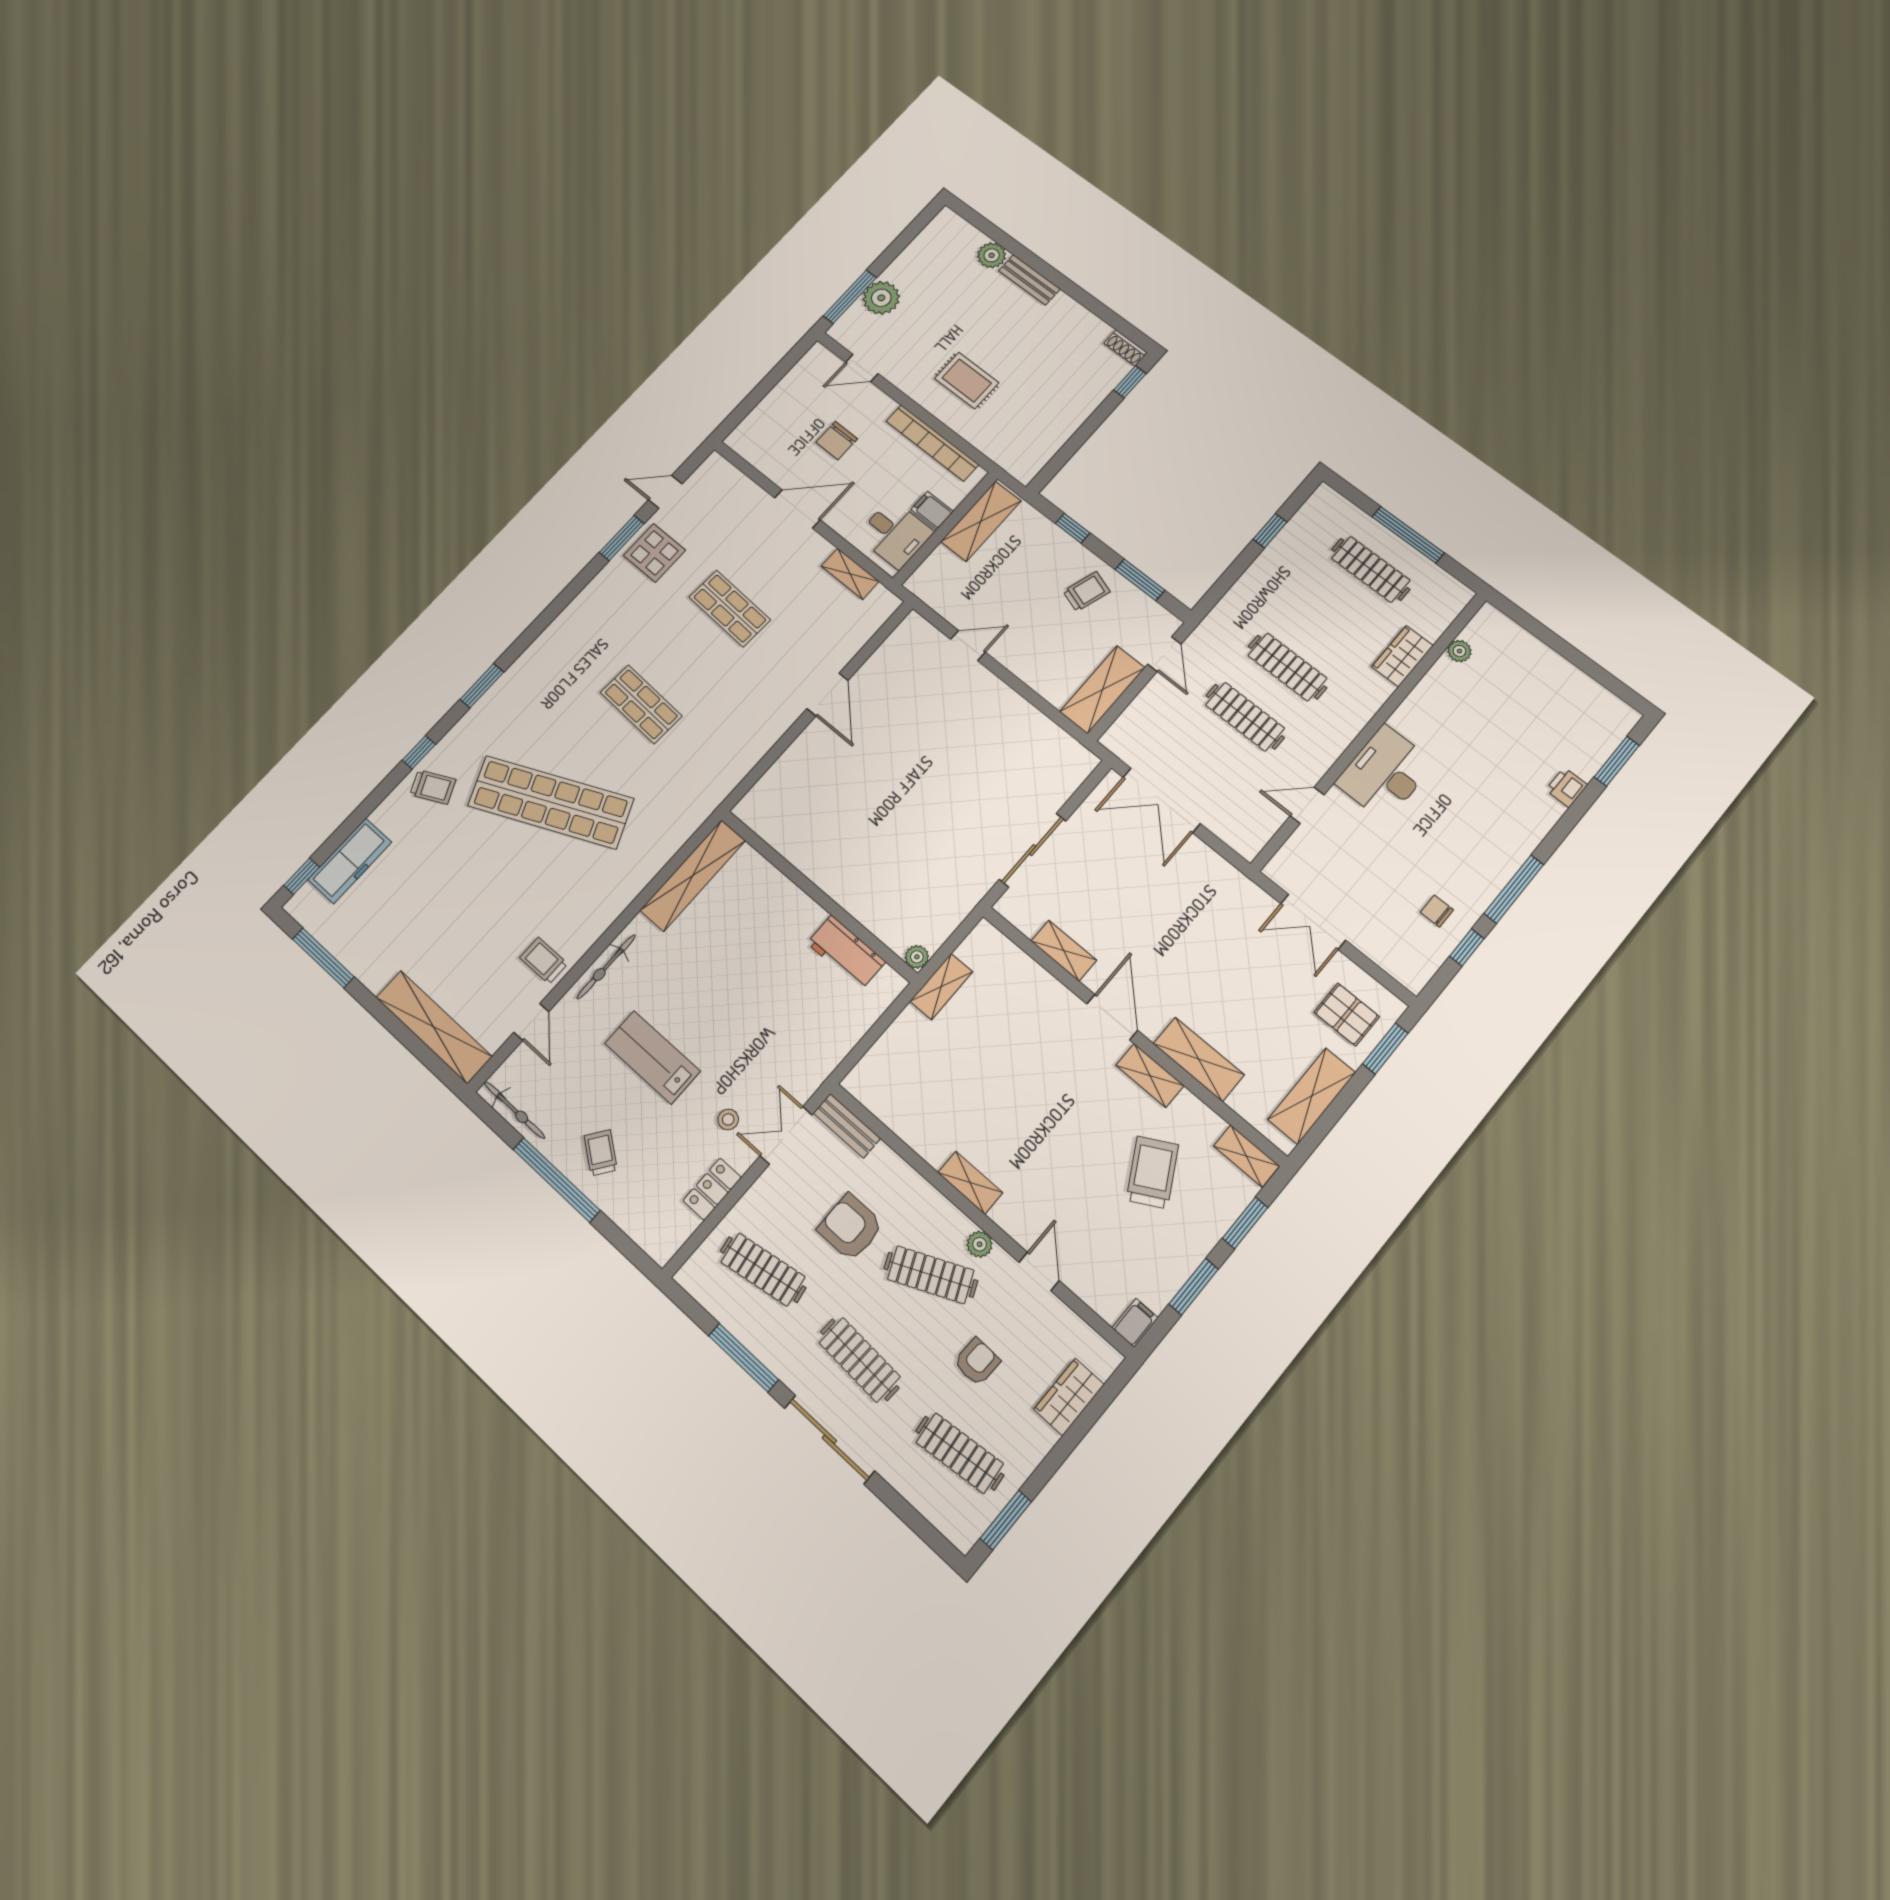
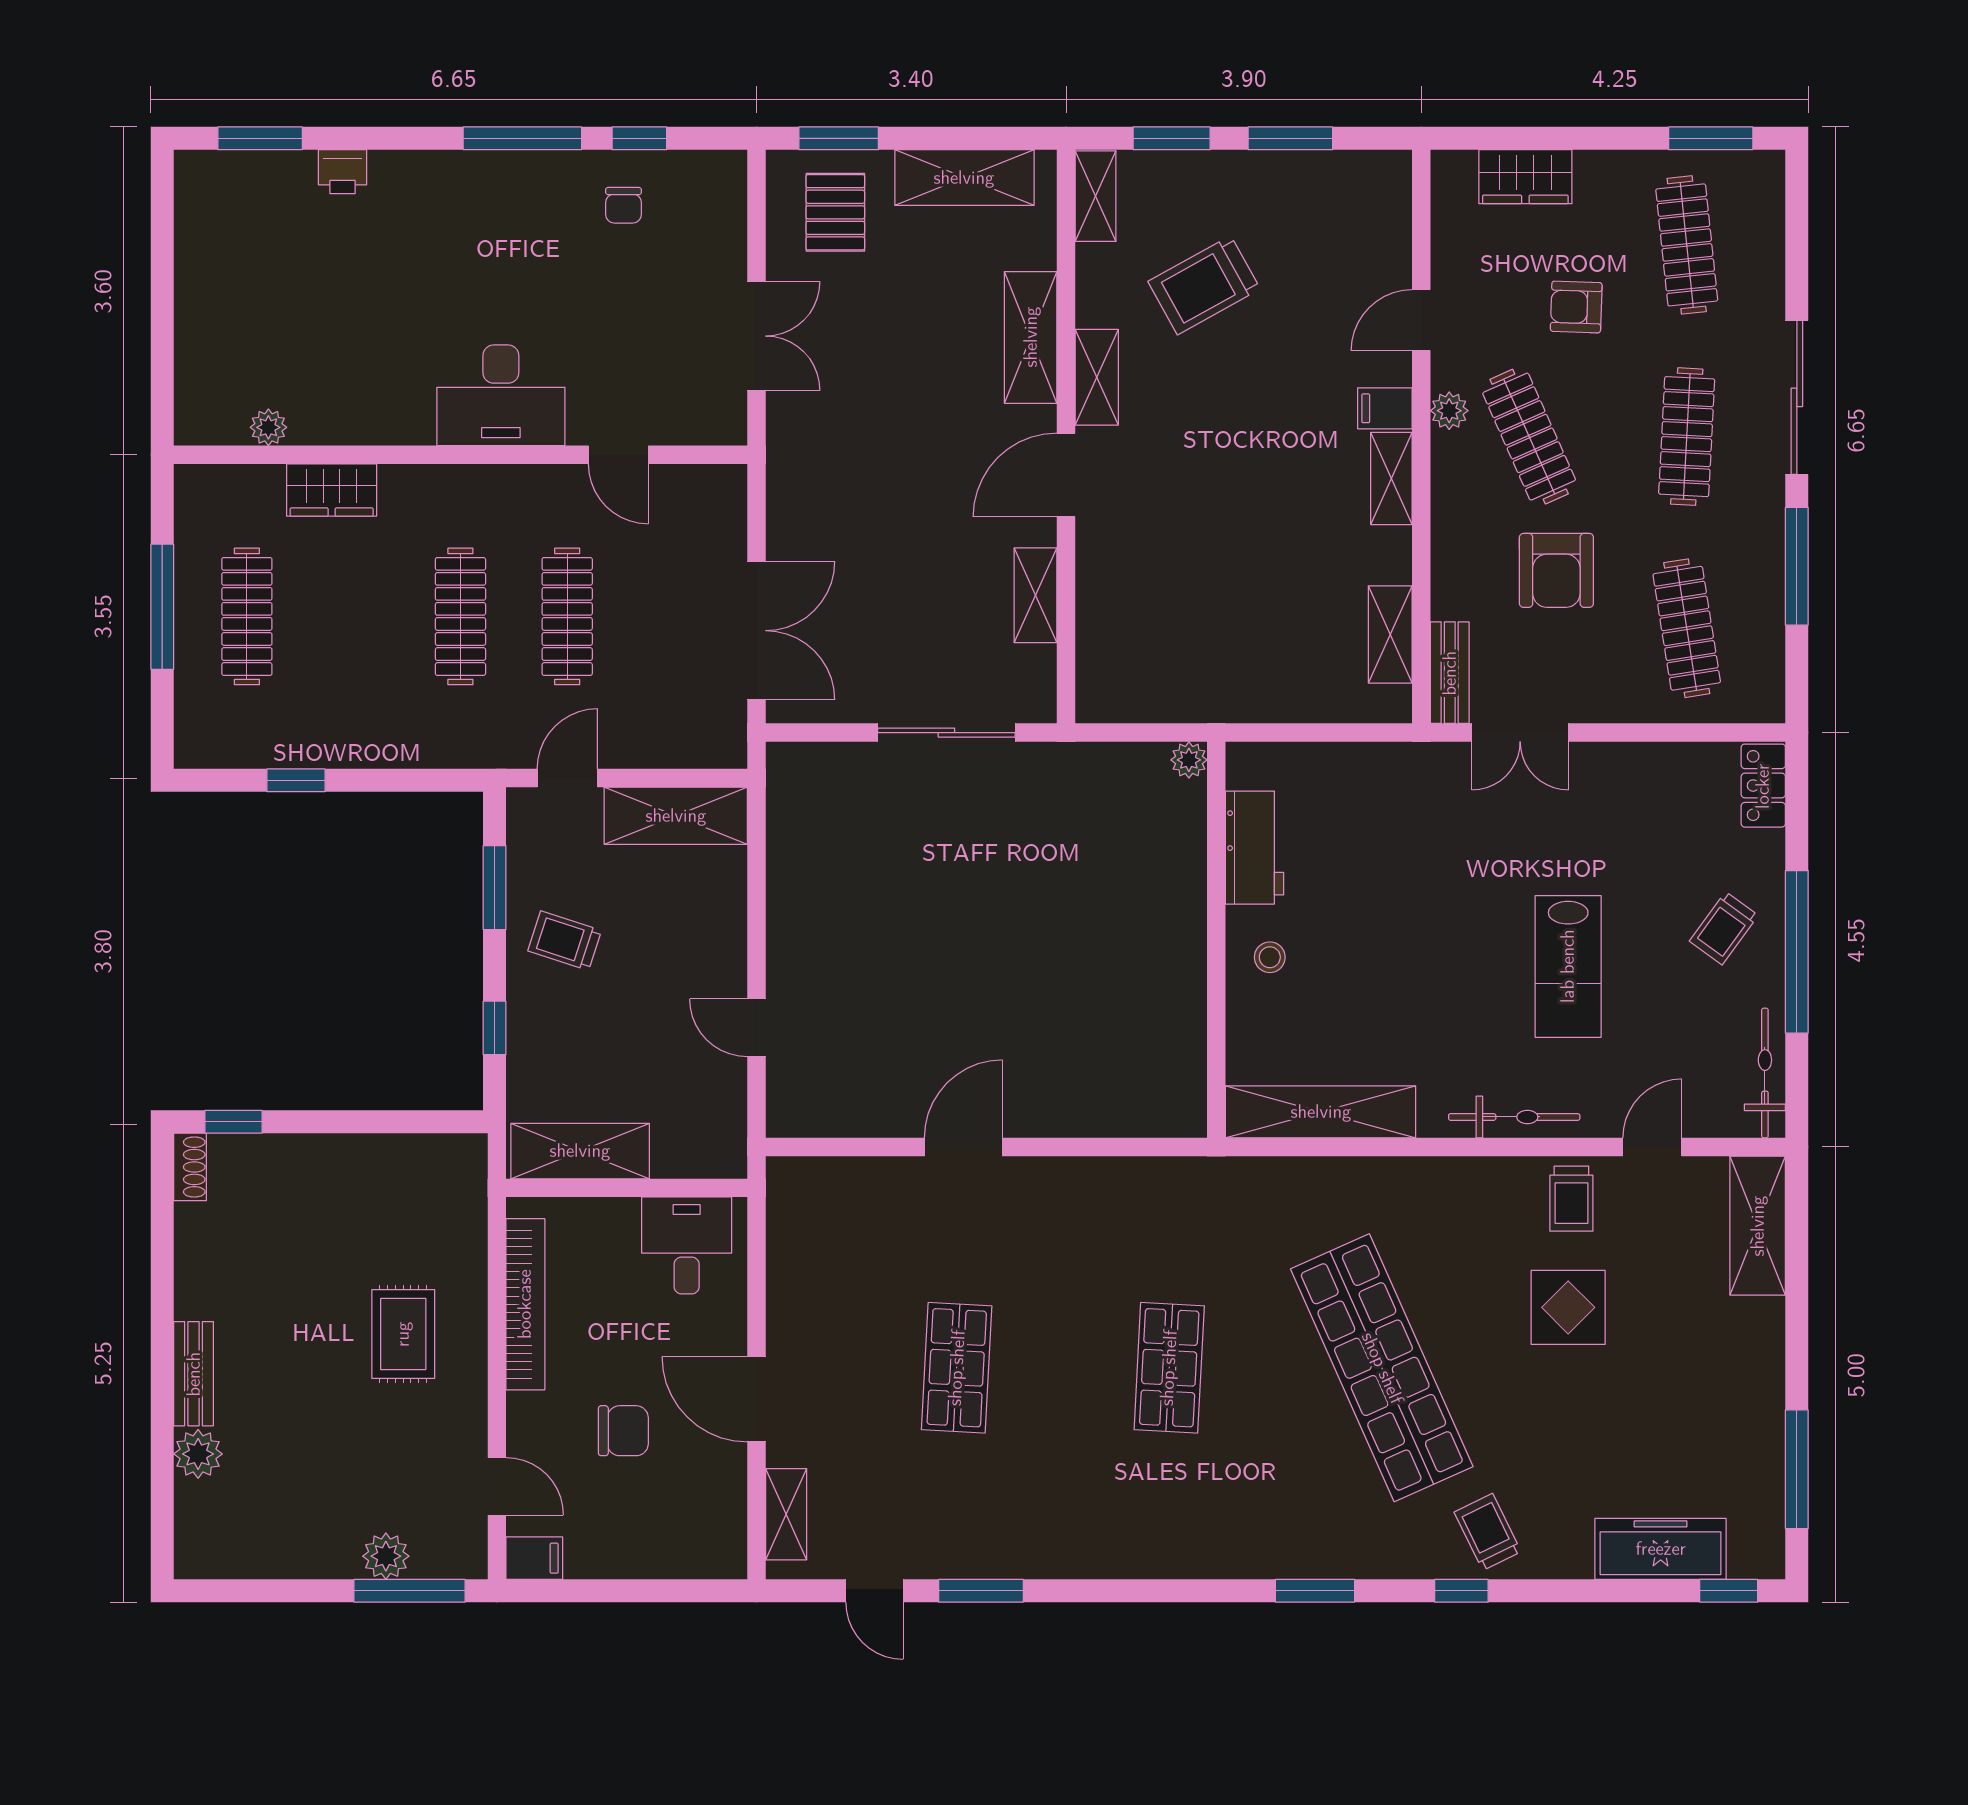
plant: (881, 298) -> (386, 1556), width x0.73, depth x0.73
filing cabinet: (932, 510) -> (534, 1558), moved, turned -90
display table: (655, 553) -> (1568, 1307), moved
shelving: (850, 574) -> (786, 1514), moved
shelving: (941, 987) -> (1390, 634), moved, turned 90
shelving: (434, 1027) -> (1758, 1226), width x0.68
stool: (728, 1119) -> (1270, 957), moved
locker: (712, 1189) -> (1763, 786), moved, turned 90
filing cabinet: (1135, 1323) -> (1385, 408), moved

